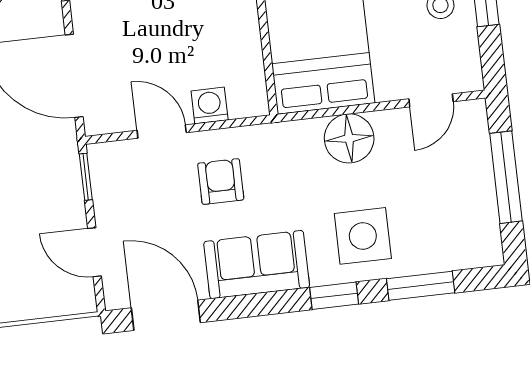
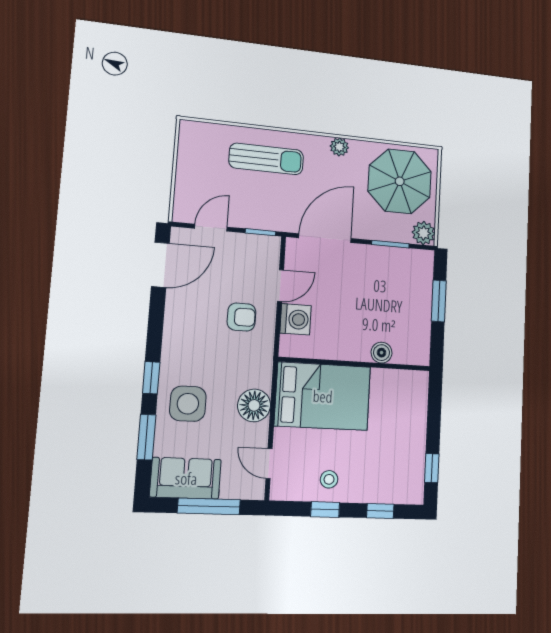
washing machine: (210, 105) -> (296, 319), width x1.38, depth x1.38
sofa: (257, 265) -> (186, 478), moved, turned -90

